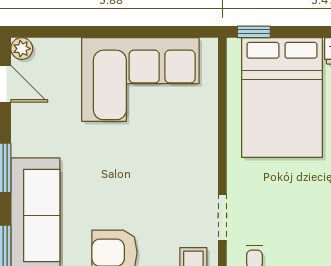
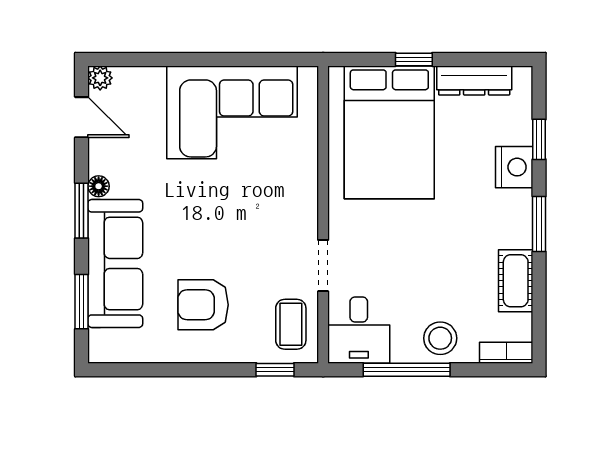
window: (254, 32) -> (414, 59), moved
floor lamp: (20, 146) -> (99, 186), added

